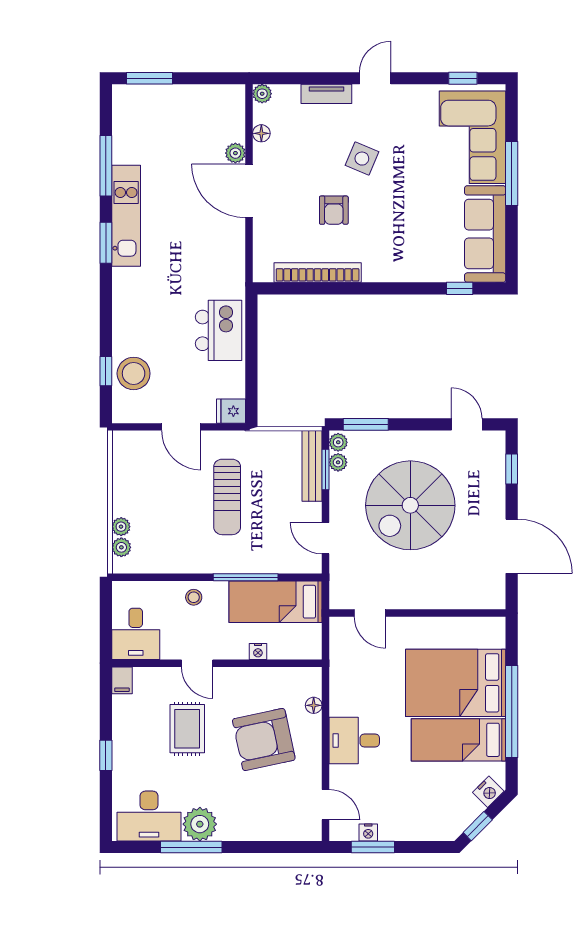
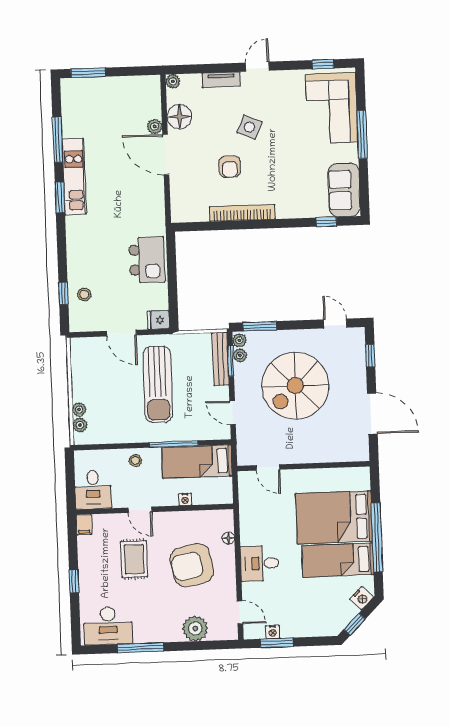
floor lamp: (261, 133) -> (179, 117), width x1.89, depth x1.89
sofa: (485, 234) -> (344, 190), width x0.73
bookcase: (318, 273) -> (242, 213), moved
stool: (134, 373) -> (84, 294), width x0.53, depth x0.53
sun lounger: (227, 497) -> (158, 384), width x1.36, depth x1.34
plant: (200, 824) -> (195, 629), moved

